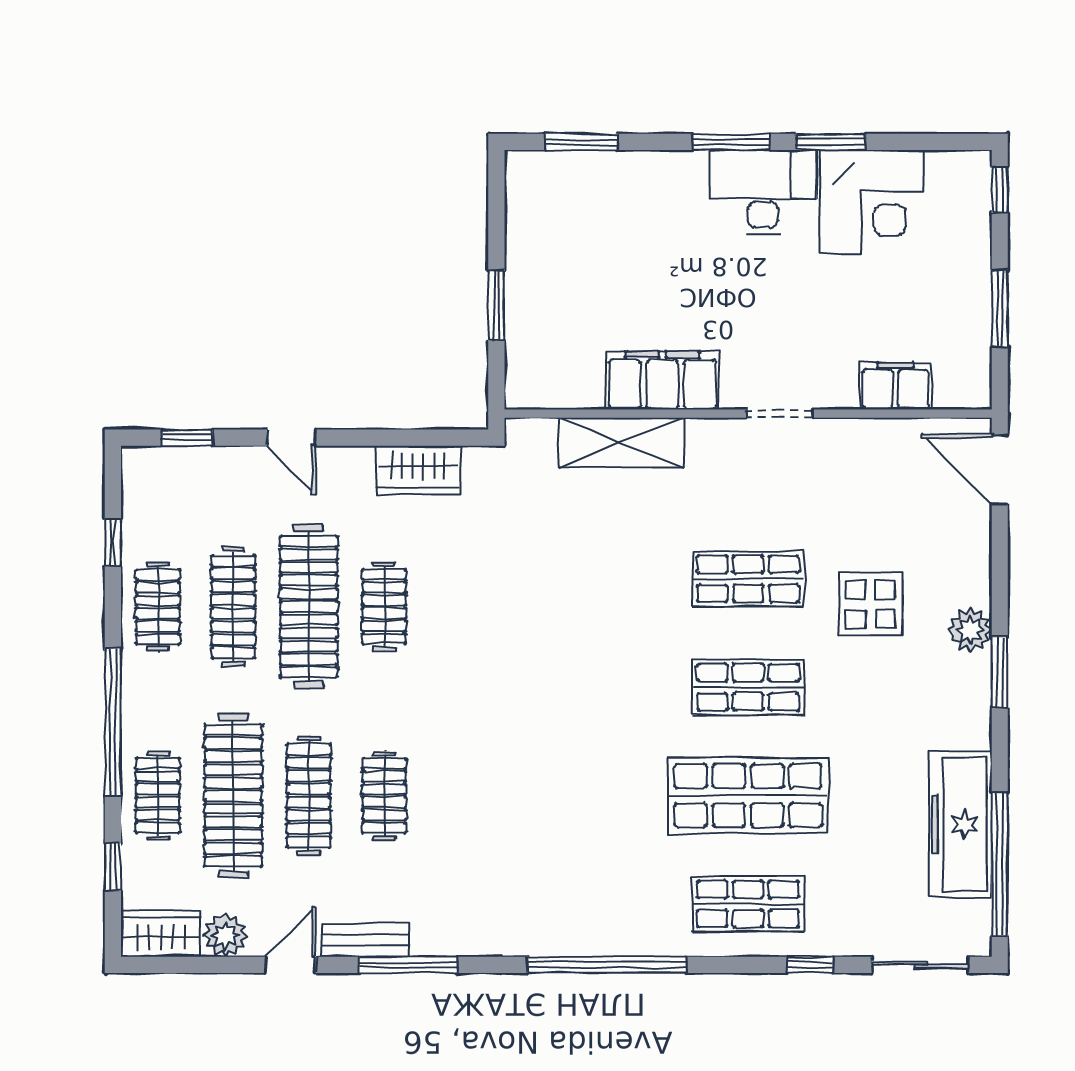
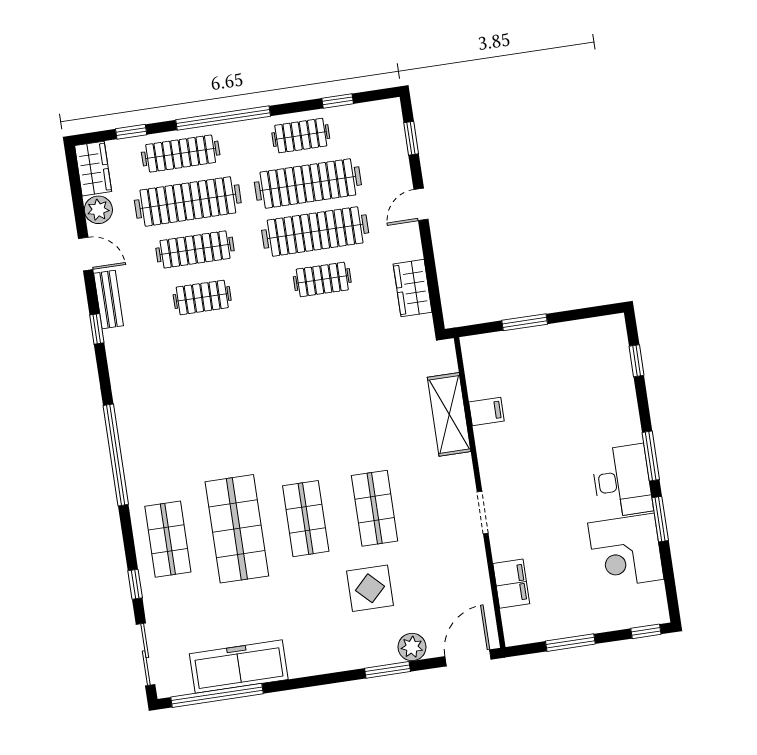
window: (581, 142) -> (636, 361), width x0.67
filing cabinet: (662, 380) -> (486, 411), width x0.33, depth x0.86
clothes rail: (233, 607) -> (308, 184), width x1.37, depth x1.31
plant: (970, 630) -> (412, 647), moved
window: (1000, 672) -> (388, 670), moved
clothes rail: (158, 796) -> (181, 154), width x1.36
window: (408, 965) -> (97, 329), width x0.46

